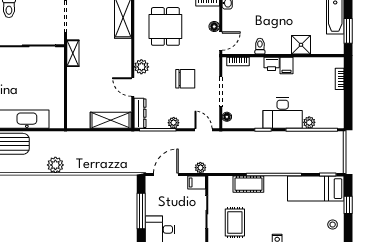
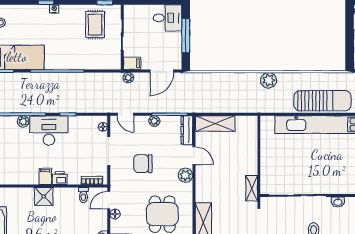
shower: (301, 45) -> (44, 196), moved
toilet: (260, 46) -> (83, 195), moved
cot: (248, 184) -> (82, 62), removed

